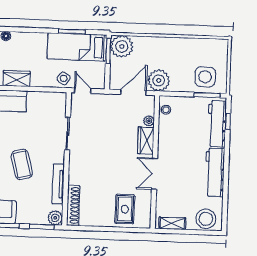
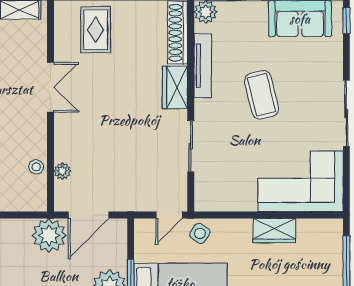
door: (83, 91) -> (169, 215), hinge flipped
stool: (166, 110) -> (36, 167), moved
wardrobe: (146, 141) -> (175, 87), moved, turned 180

